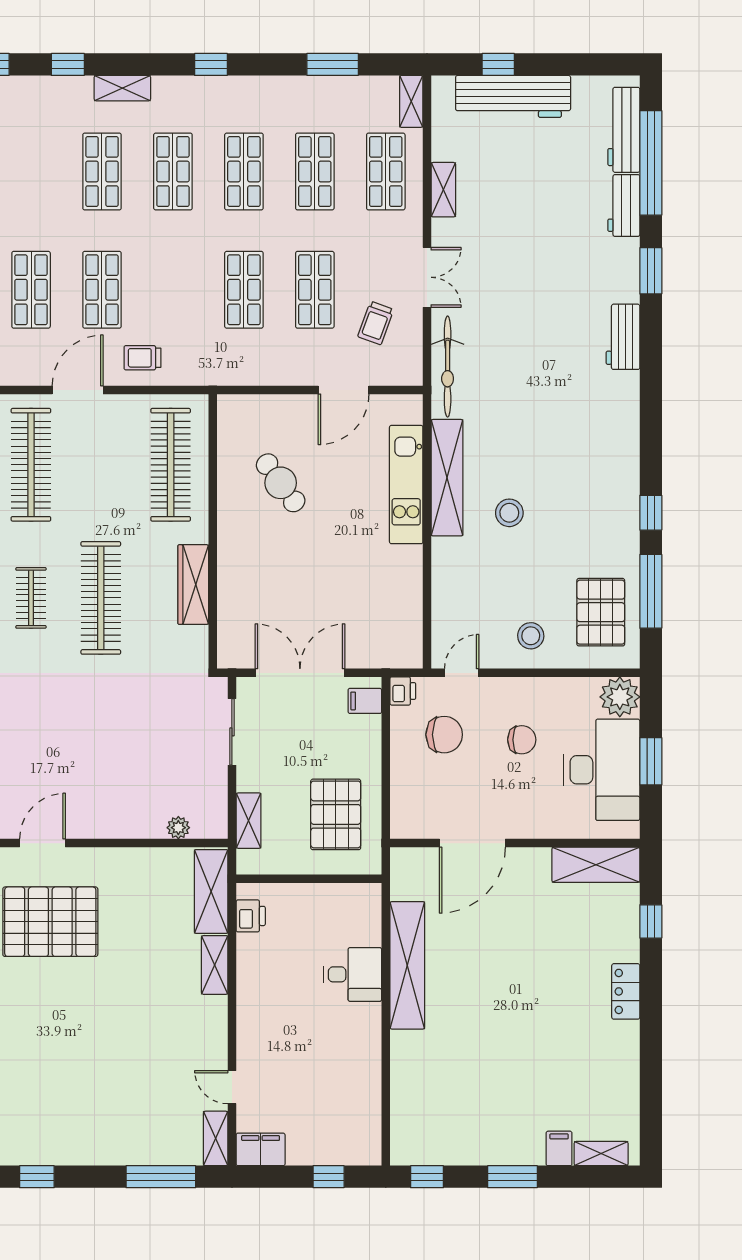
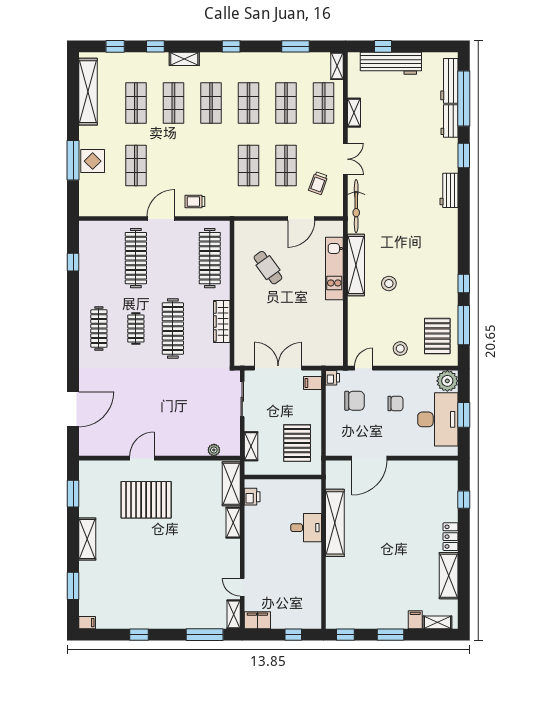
shop shelf: (102, 290) -> (136, 103), moved
shelving: (596, 865) -> (449, 576), moved, turned 90

